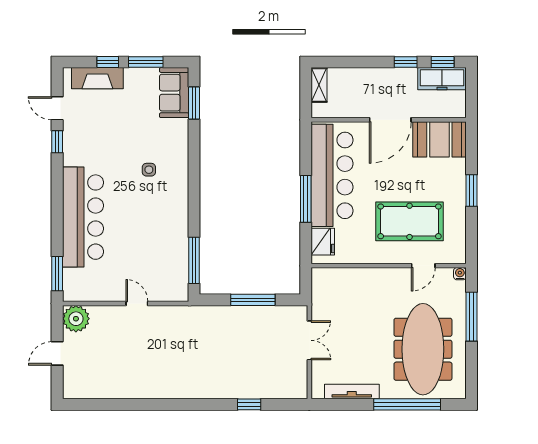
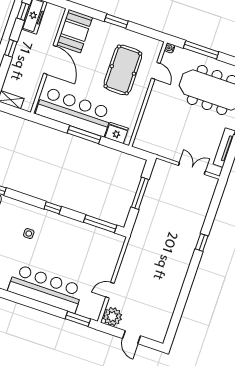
window: (406, 62) -> (11, 48), moved
window: (194, 190) -> (53, 208), added
door: (137, 303) -> (110, 290), moved
double door: (309, 340) -> (192, 168), moved
window: (249, 404) -> (202, 242), moved

